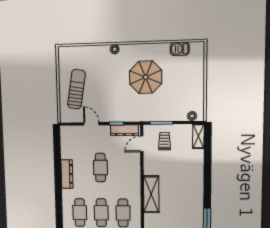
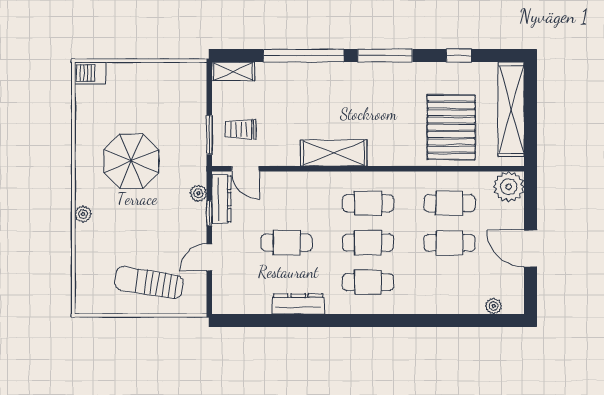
barbecue: (180, 49) -> (90, 73), moved, turned 90
plant: (192, 116) -> (198, 193), moved
window: (207, 177) -> (304, 56), added

